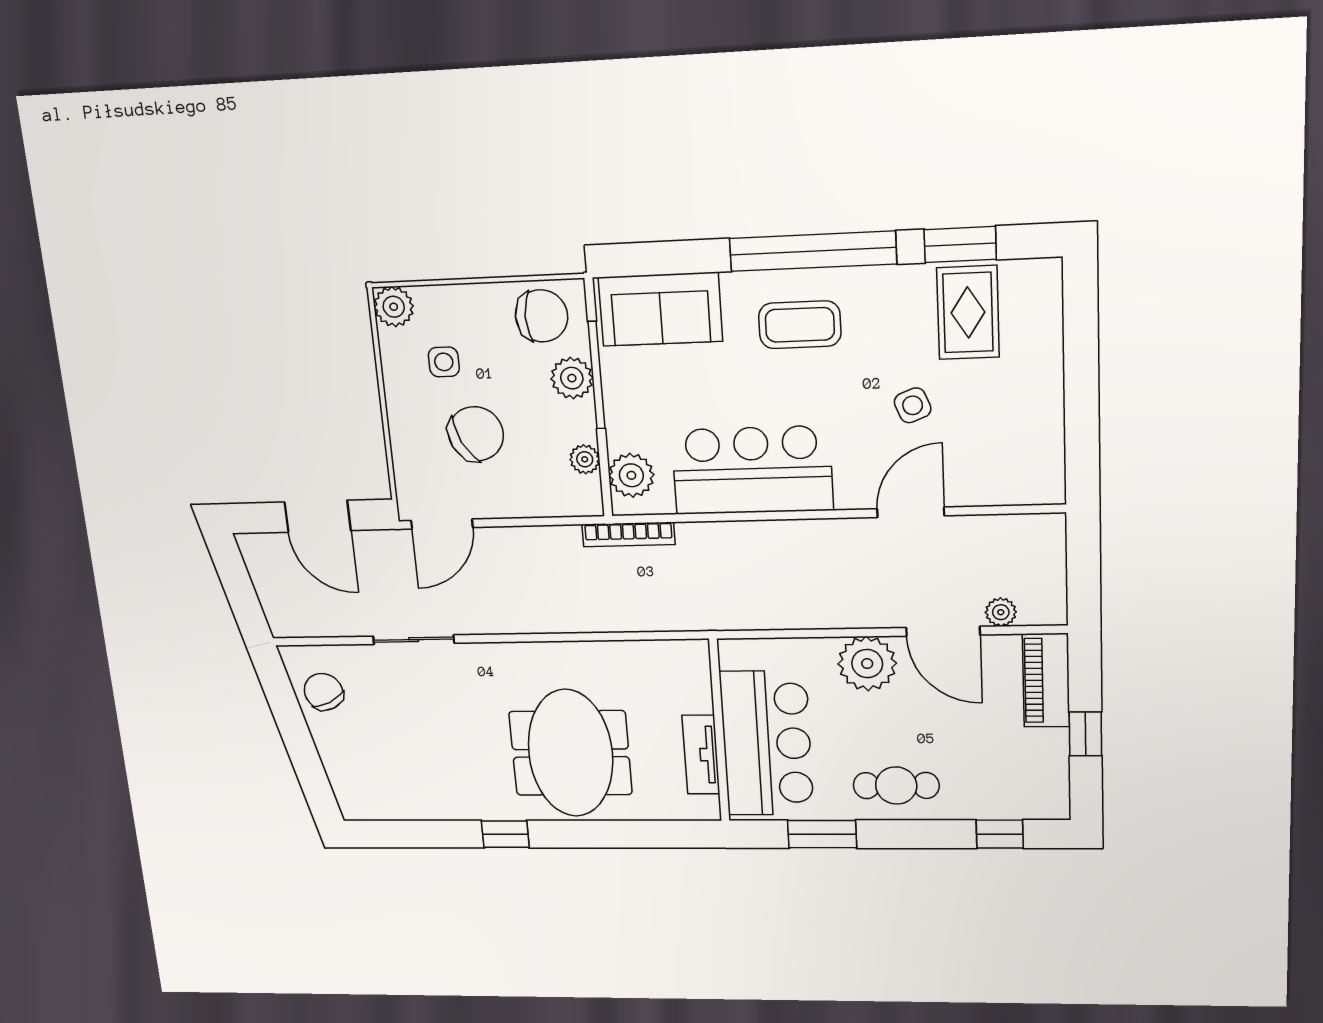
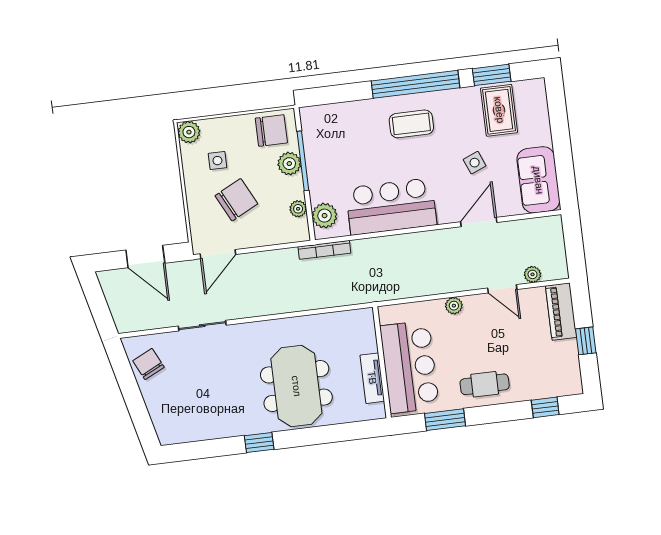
sofa: (660, 309) -> (538, 180), moved, turned 90
door: (943, 631) -> (502, 289), width x0.73
plant: (867, 664) -> (454, 306), width x0.53, depth x0.53

